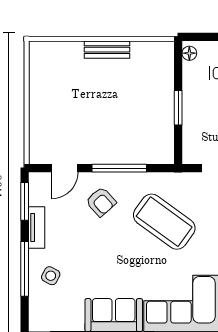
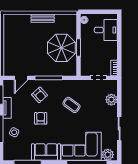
parasol: (144, 108) -> (61, 48), added
coffee table: (164, 222) -> (71, 105), width x0.54, depth x0.58
armchair: (103, 248) -> (41, 118), added

